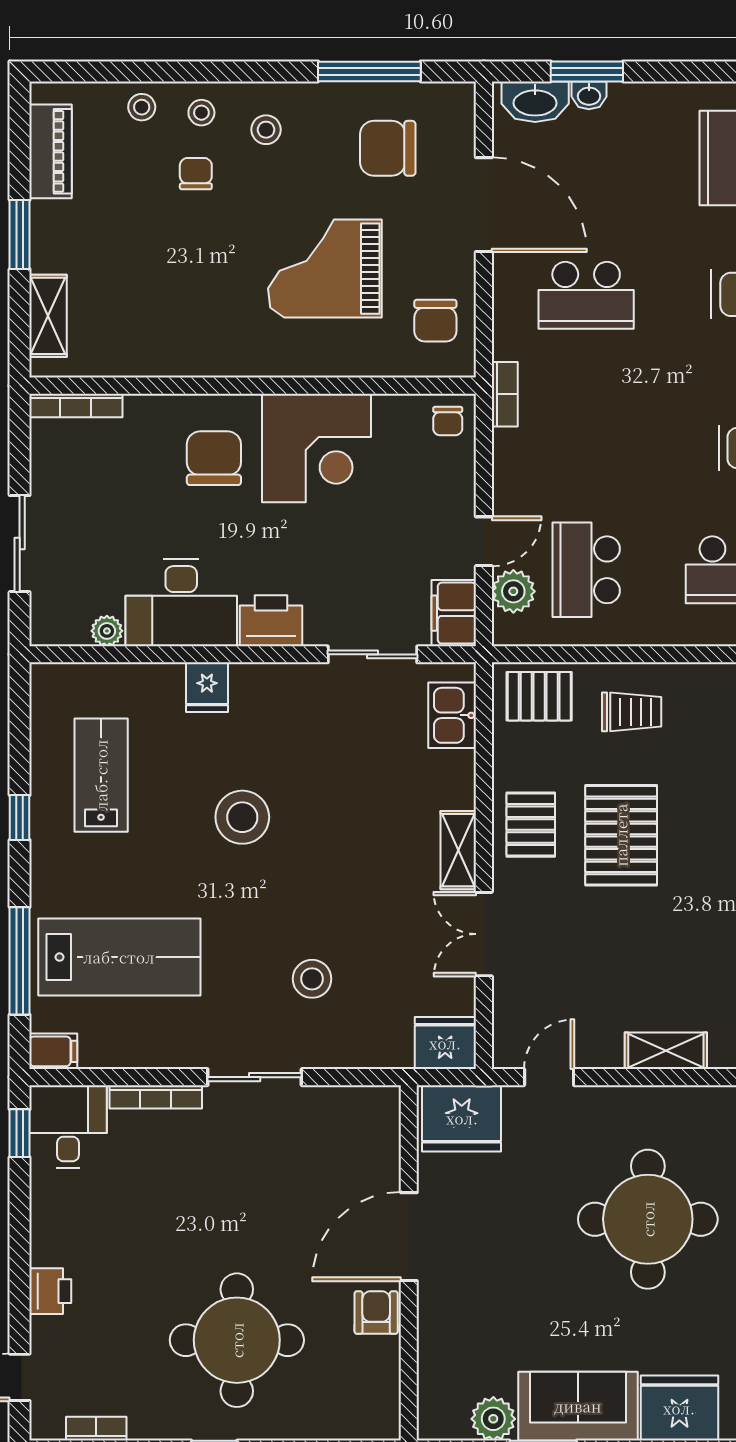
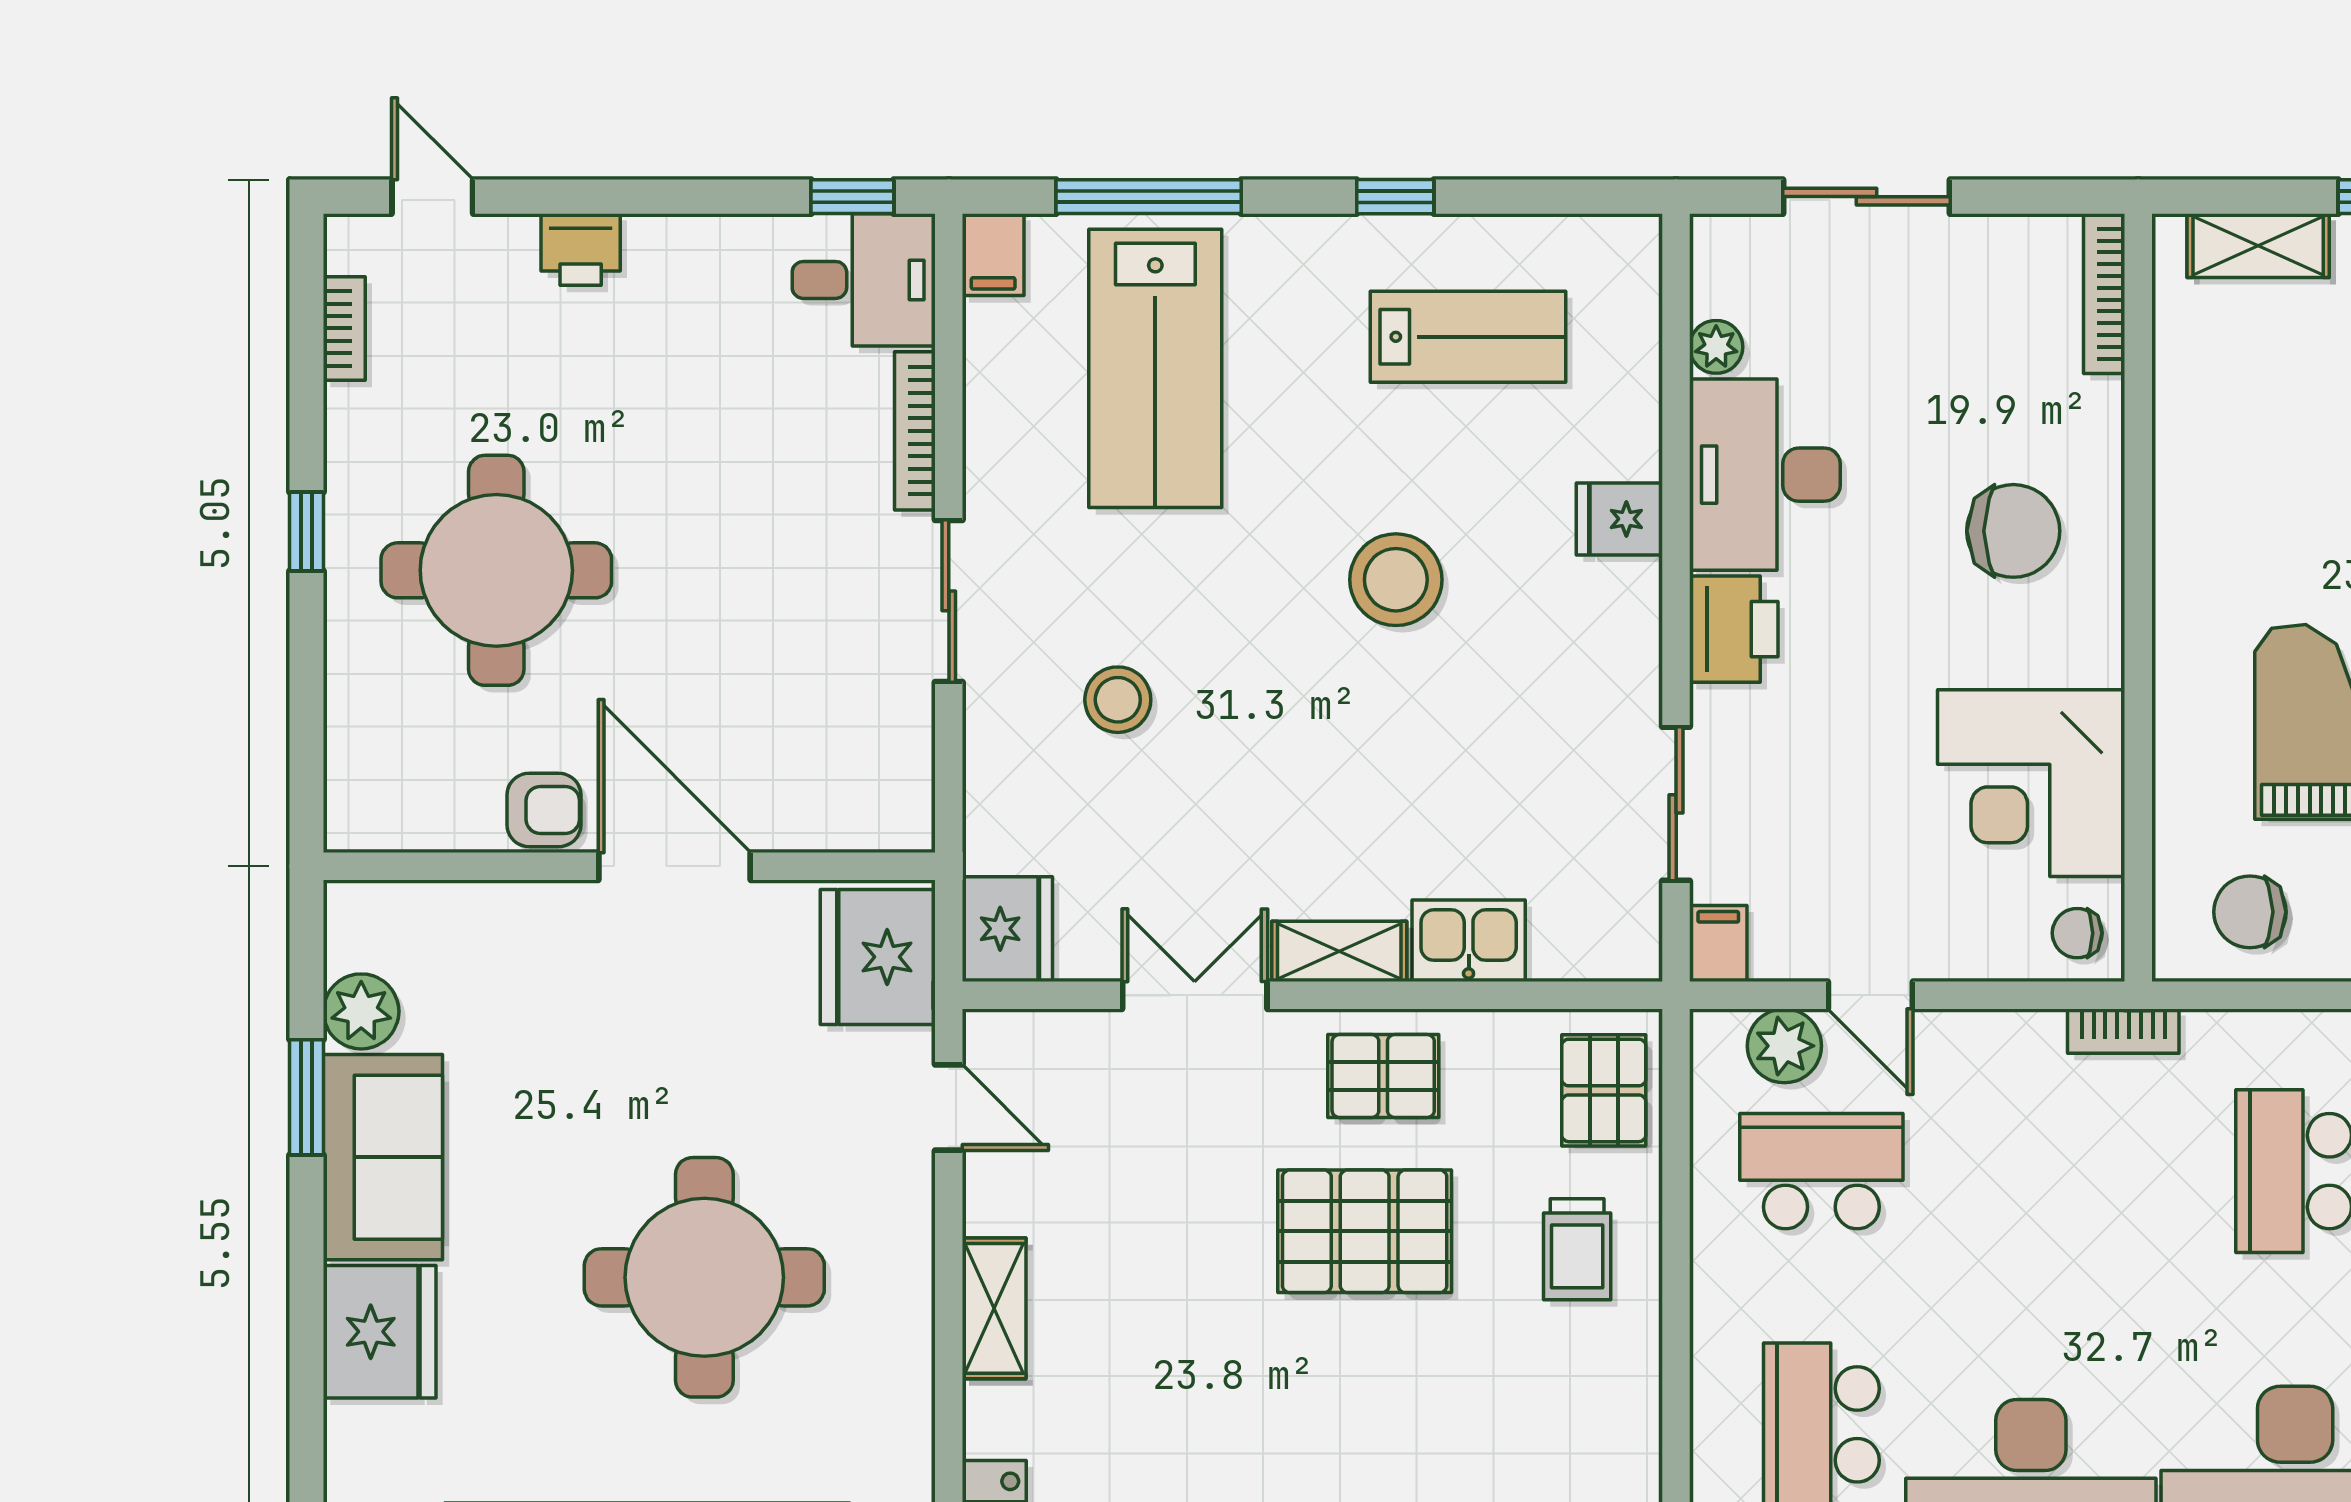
corner desk: (317, 448) -> (2031, 783), moved
filing cabinet: (454, 613) -> (1718, 944), width x0.50
kitchen sink: (452, 715) -> (1469, 941), moved

